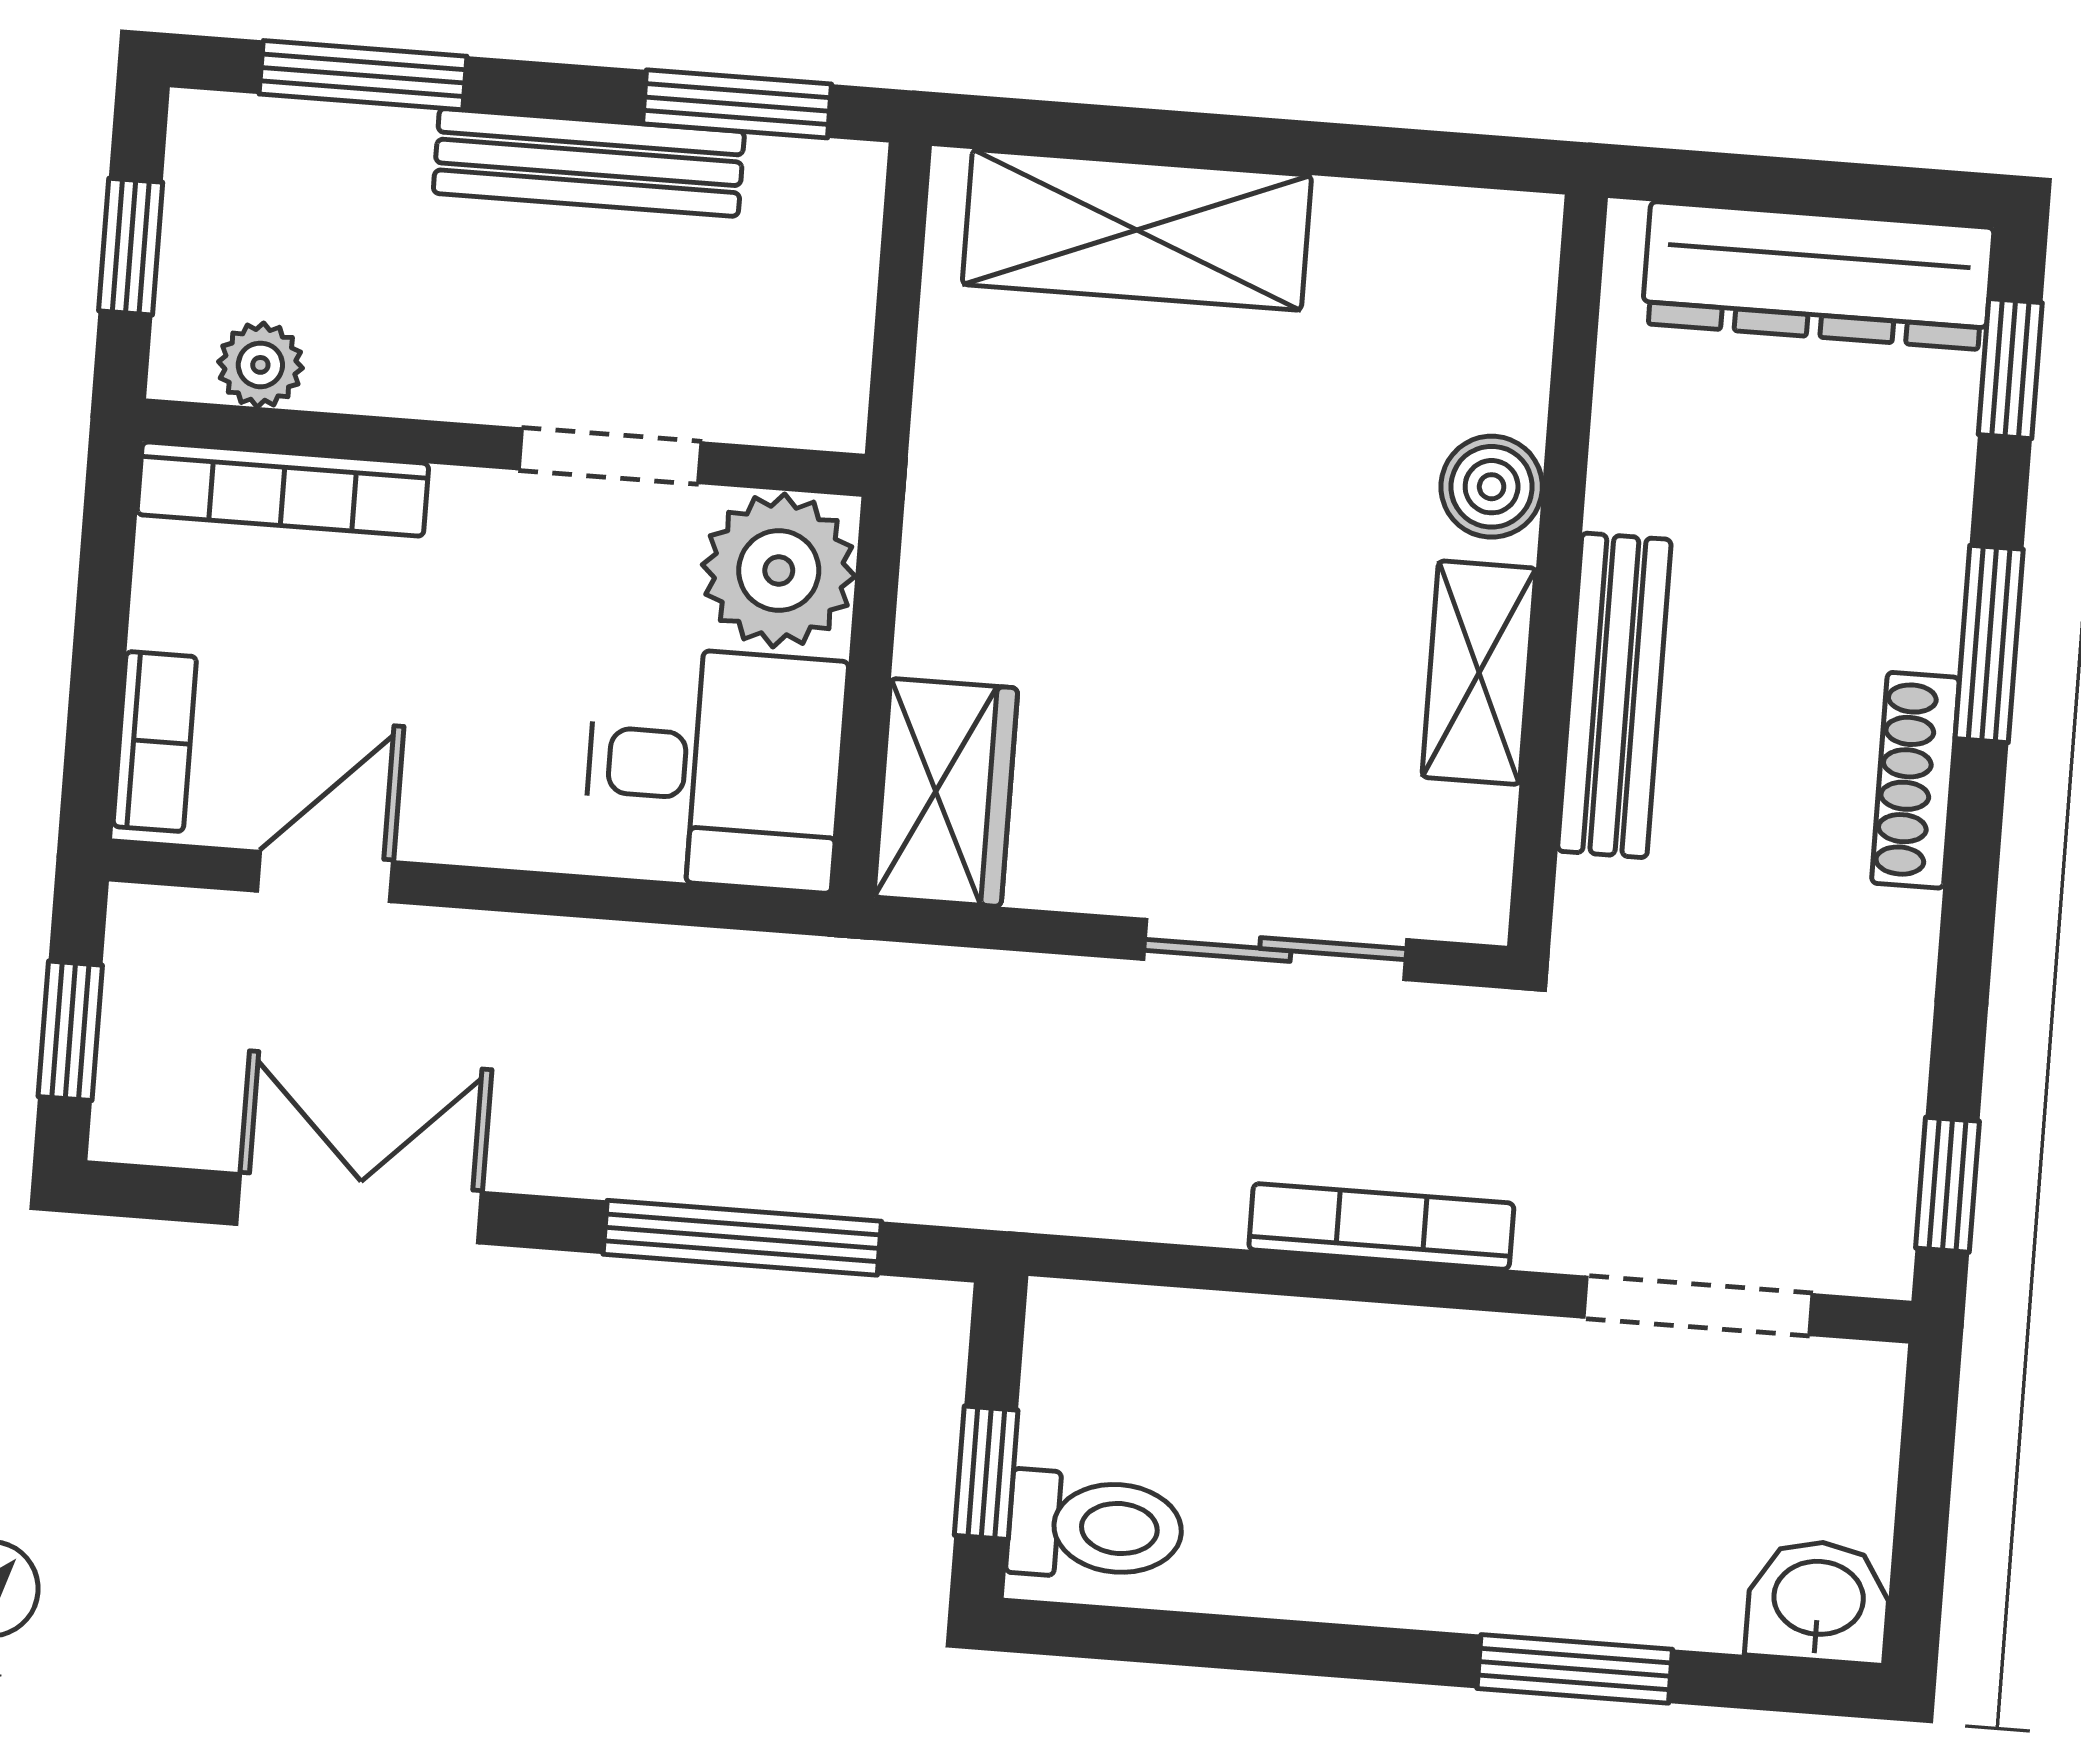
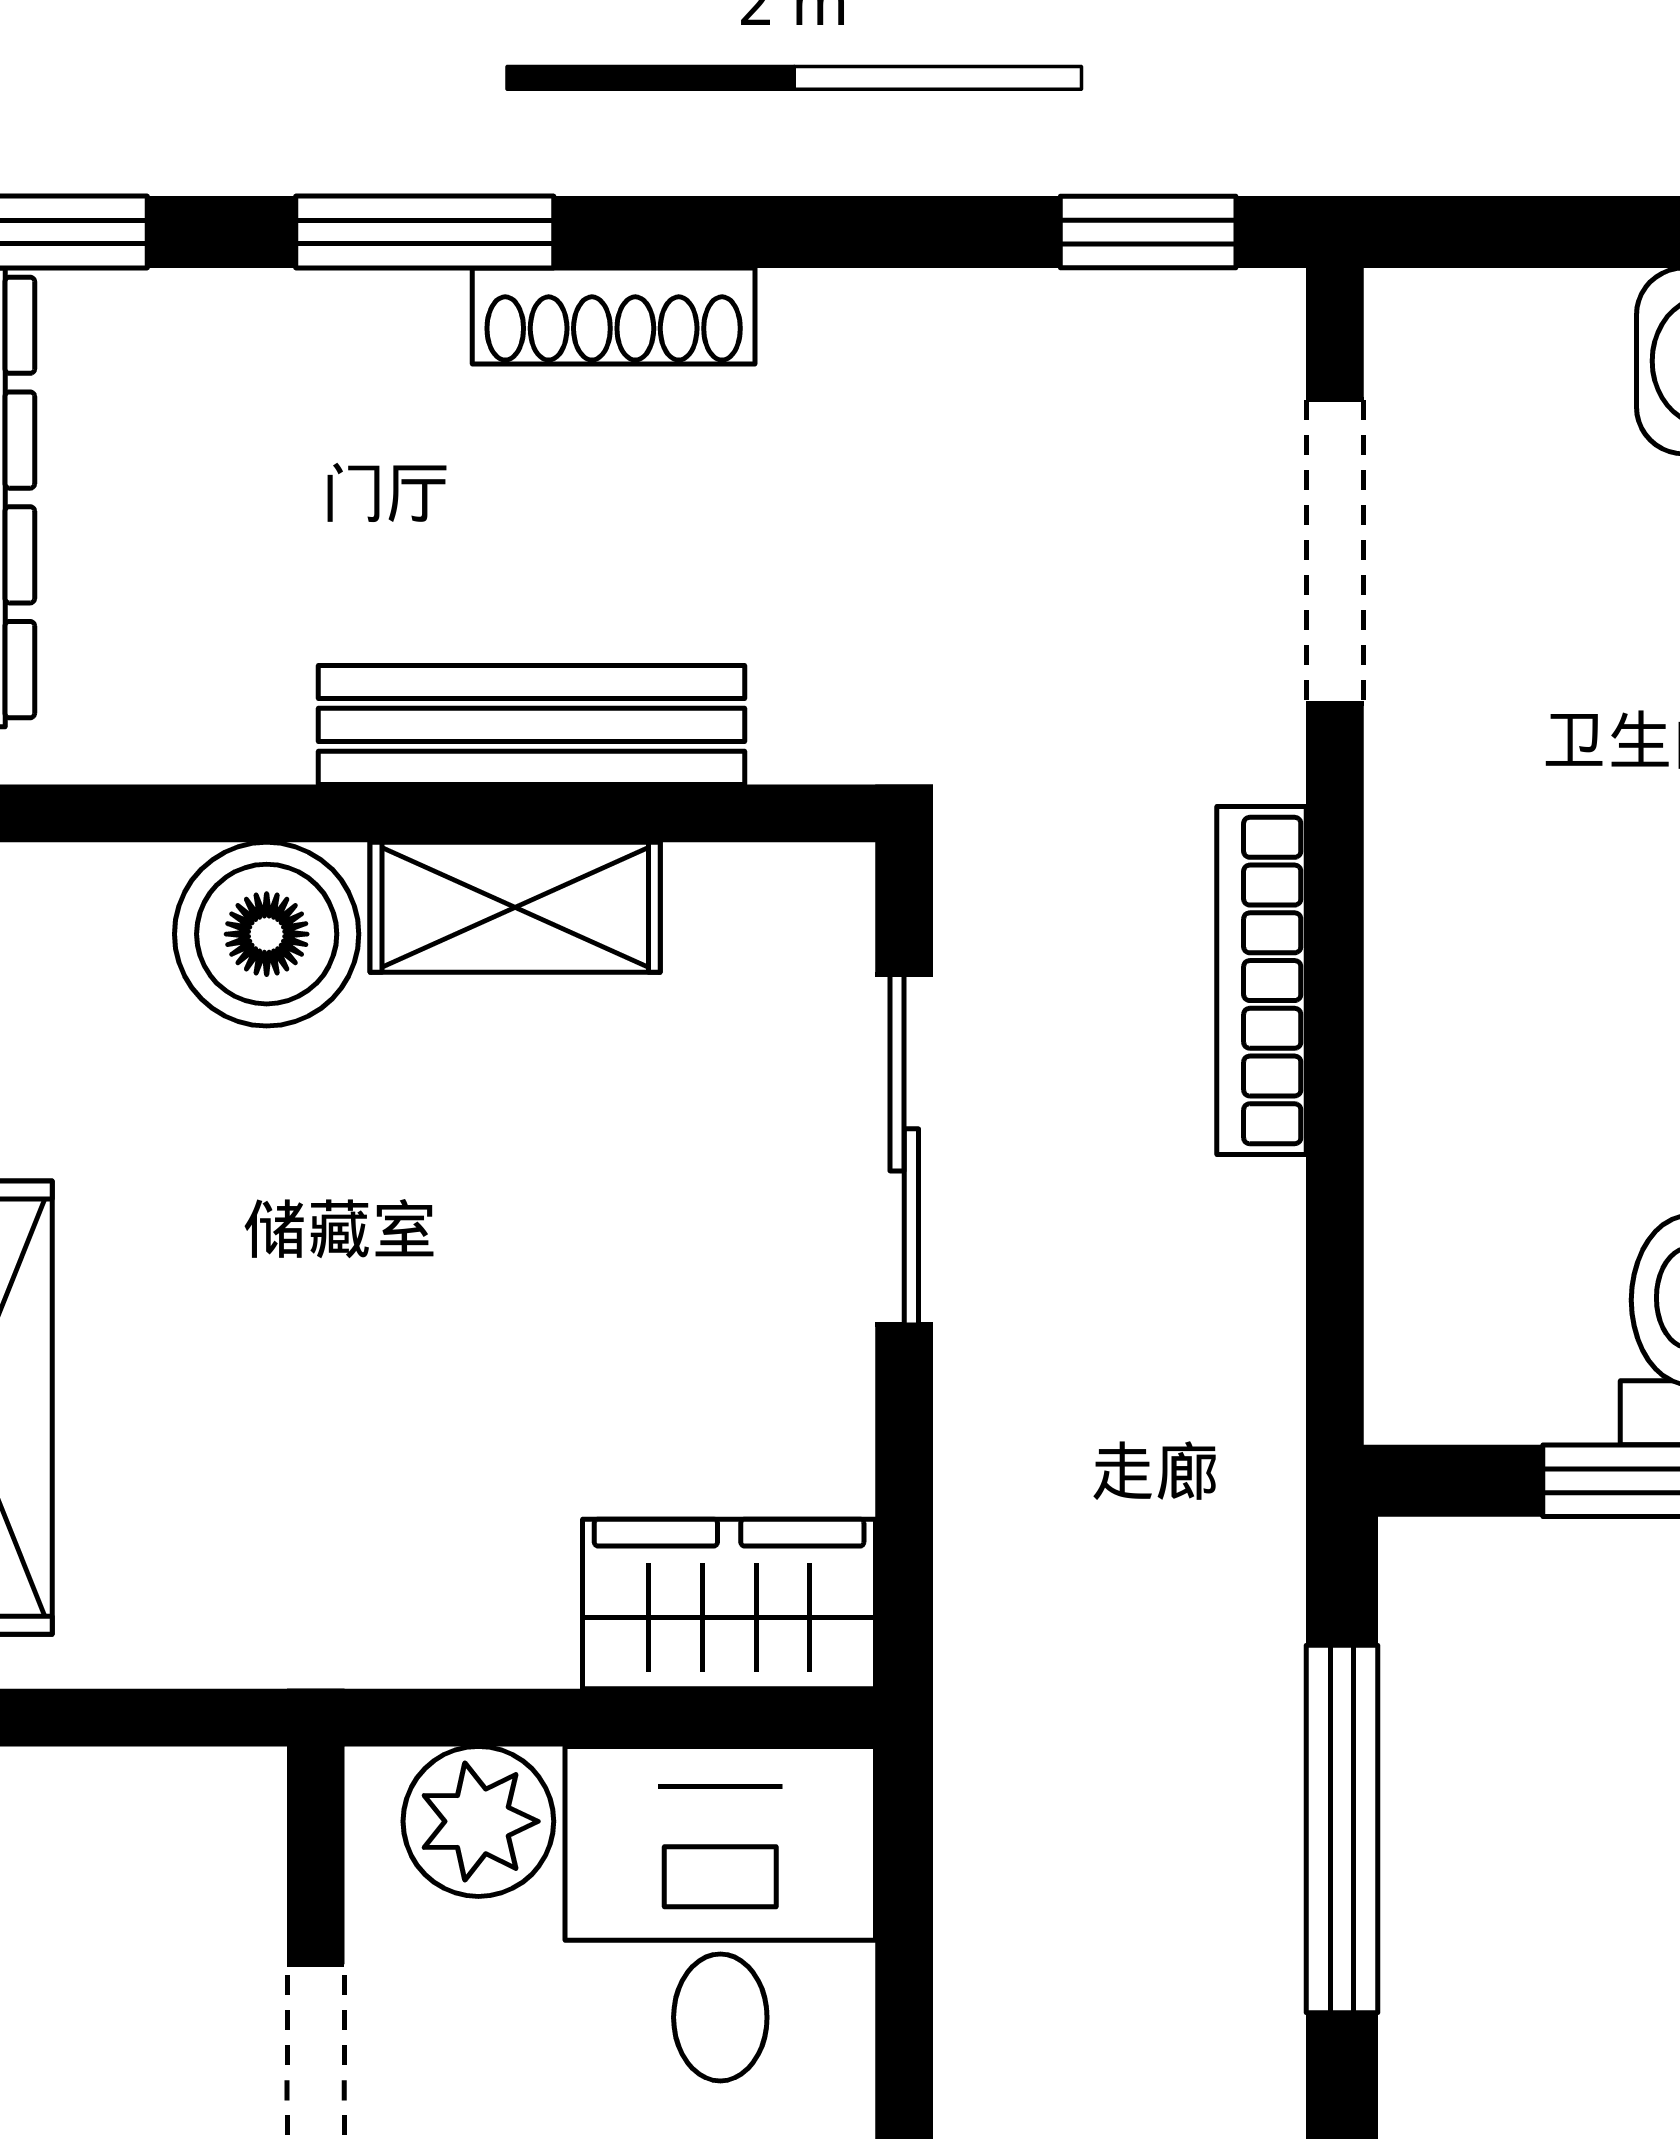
boiler: (1492, 487) -> (267, 934), width x1.36, depth x1.36
plant: (779, 570) -> (478, 1821), width x0.73, depth x0.73

